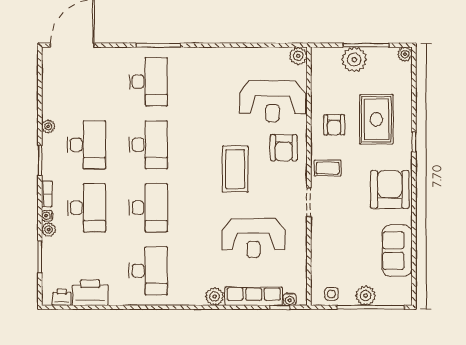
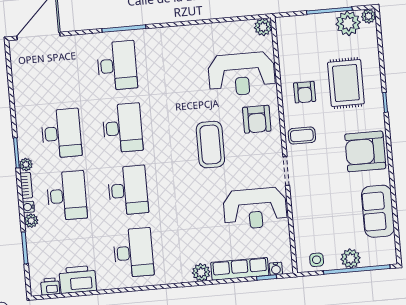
plant: (354, 60) -> (348, 23), moved
plant: (48, 126) -> (26, 165), moved
armchair: (390, 190) -> (365, 151), turned -90
reception desk: (253, 238) -> (255, 208), moved

